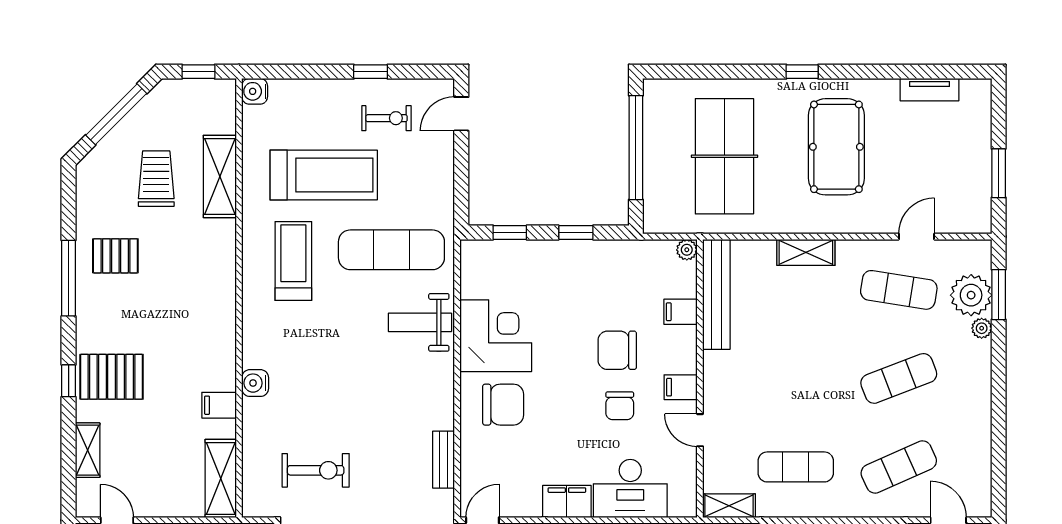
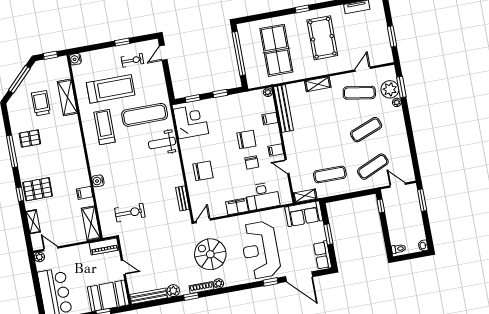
corner desk: (496, 336) -> (191, 121), moved
chair: (617, 350) -> (246, 139), turned 180

